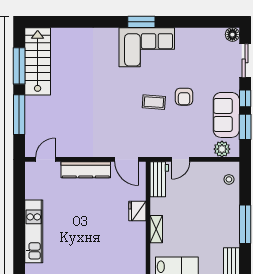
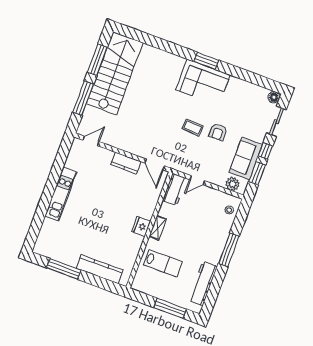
stairs: (38, 61) -> (115, 73), width x1.36, depth x1.51
kitchen counter: (86, 170) -> (126, 163), width x0.67
fridge: (137, 211) -> (141, 226), moved

